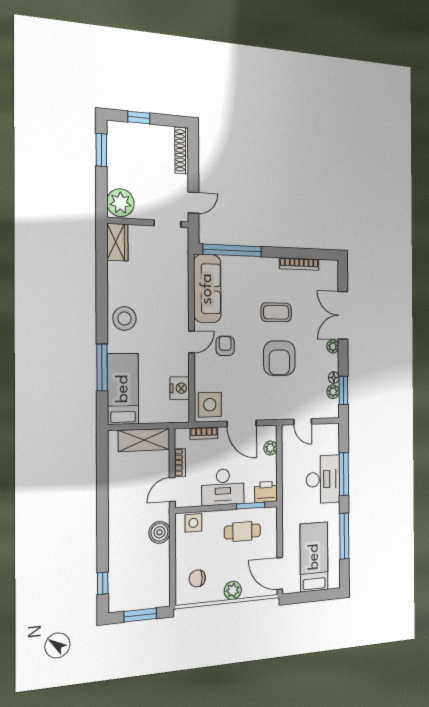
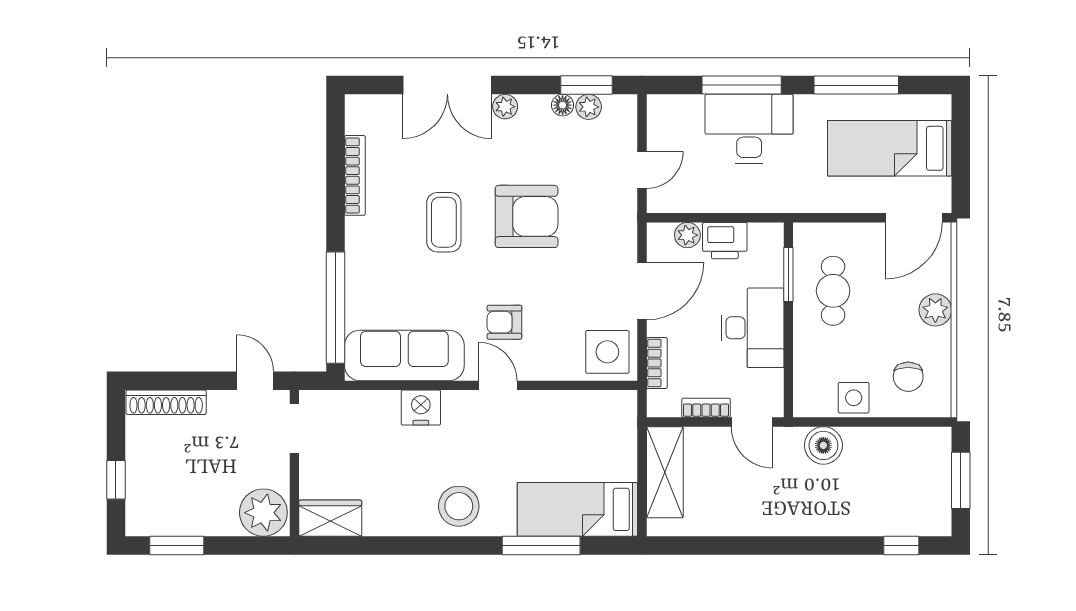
nightstand: (180, 388) -> (421, 408), moved
printer: (266, 492) -> (725, 241), moved, turned -90
side table: (193, 523) -> (854, 398), moved

